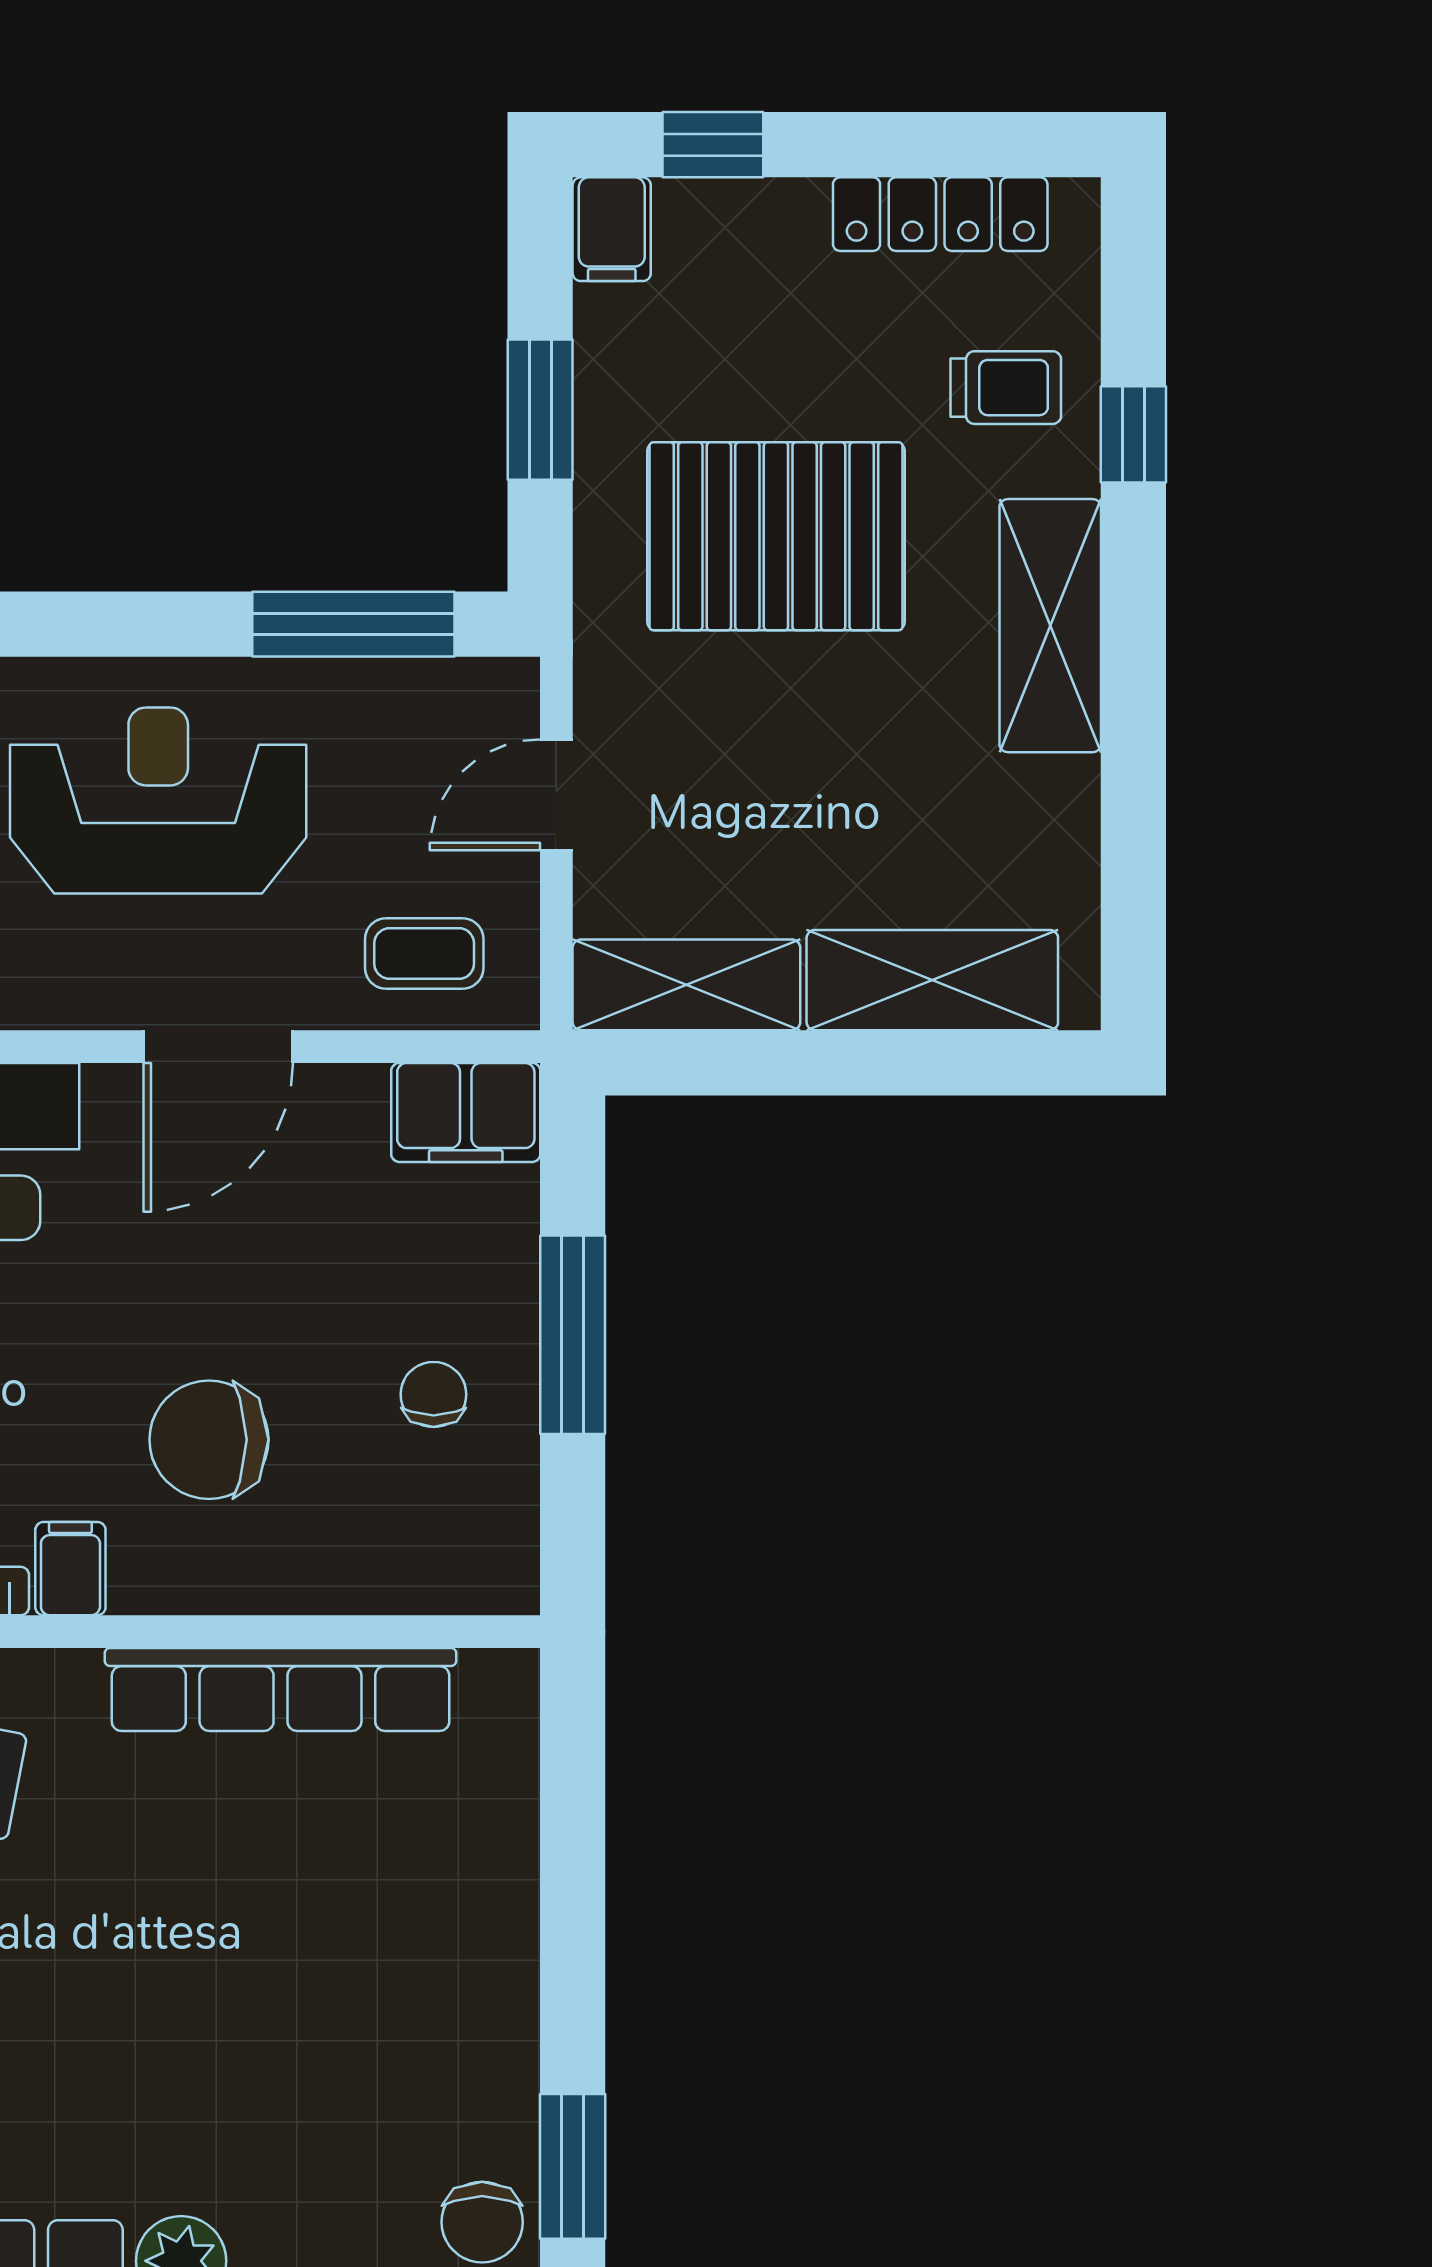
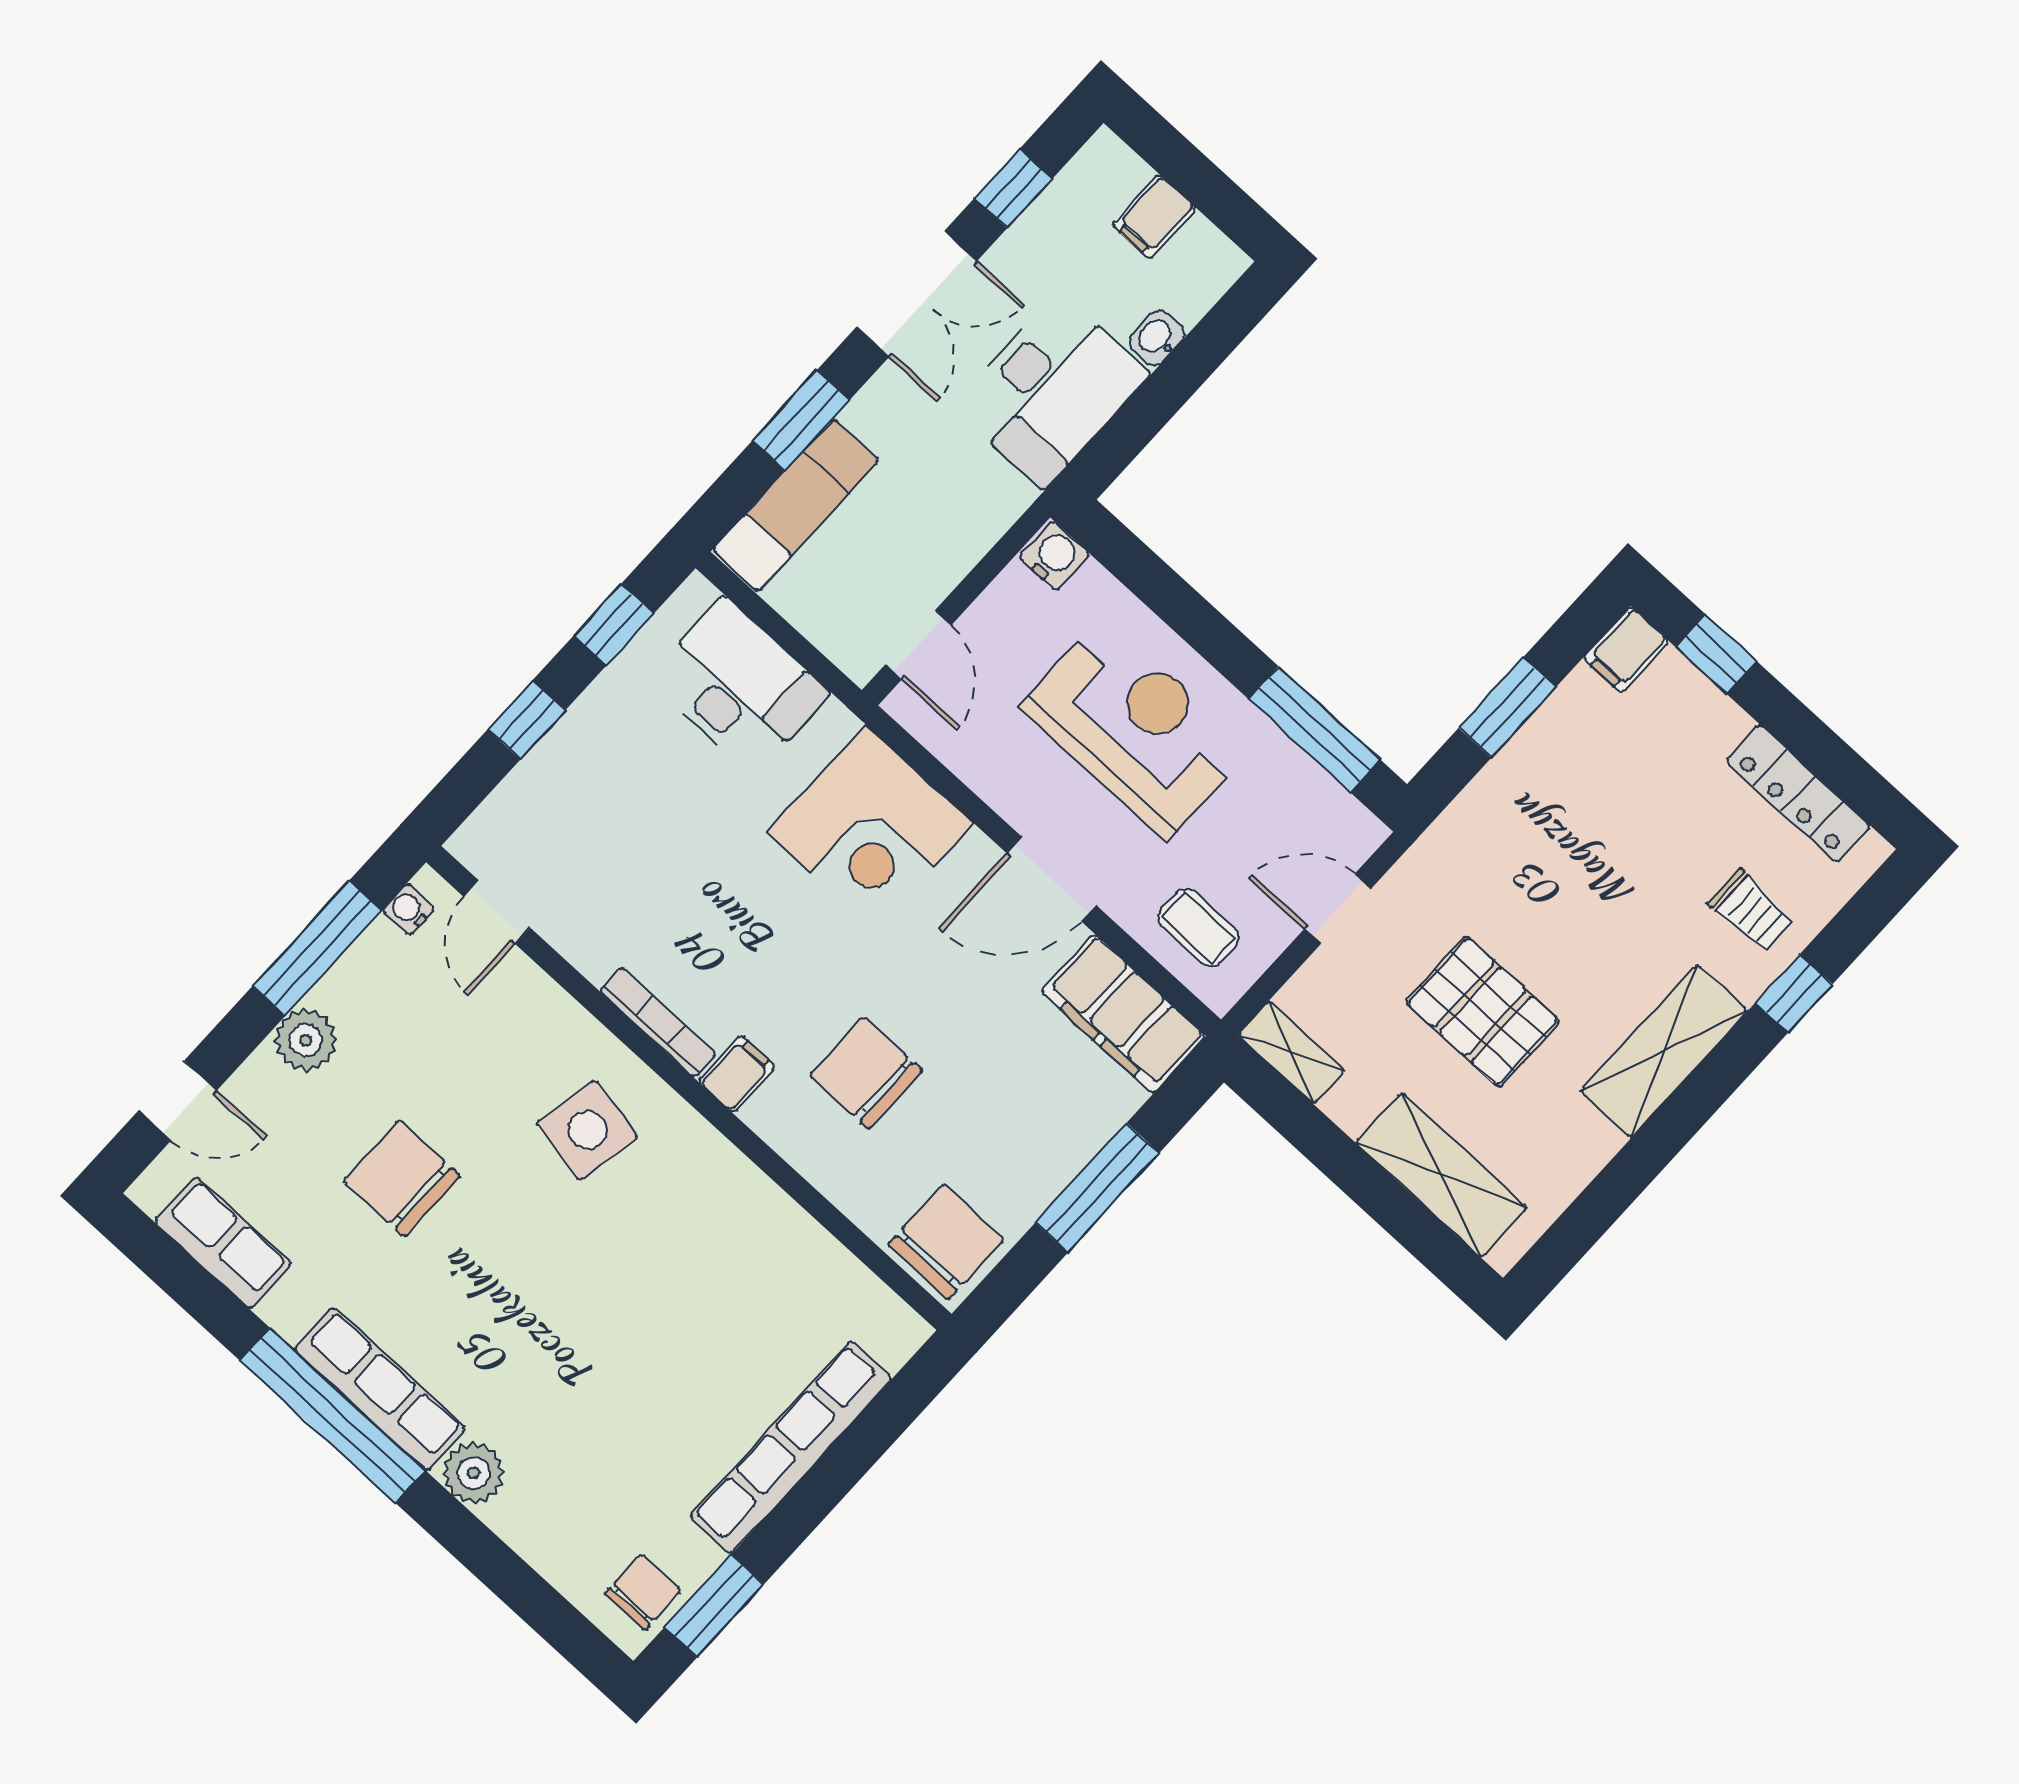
pallet: (776, 536) -> (1483, 1012), moved, width x0.73, depth x0.71
shelving: (686, 985) -> (1291, 1052), width x0.67, depth x0.75
filing cabinet: (466, 1112) -> (1123, 1014), width x1.50, depth x1.17
chair: (433, 1394) -> (946, 1242), moved, width x1.87, depth x1.87
row of seats: (281, 1689) -> (791, 1447), moved, turned 90
chair: (482, 2222) -> (643, 1592), turned 180

